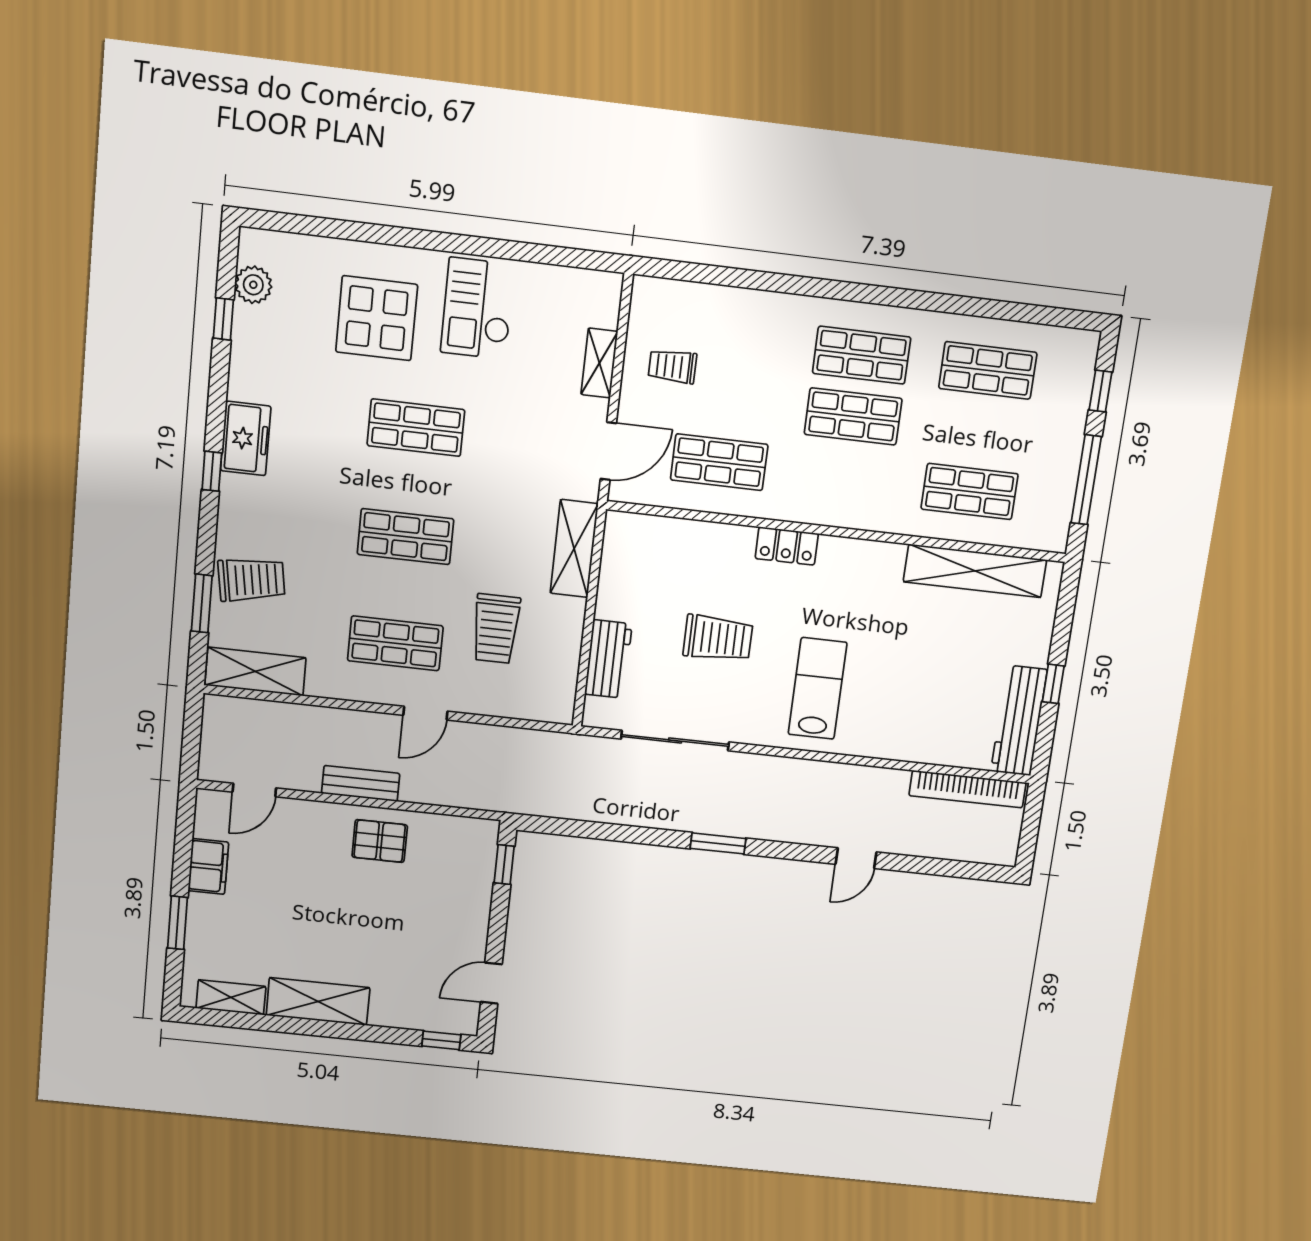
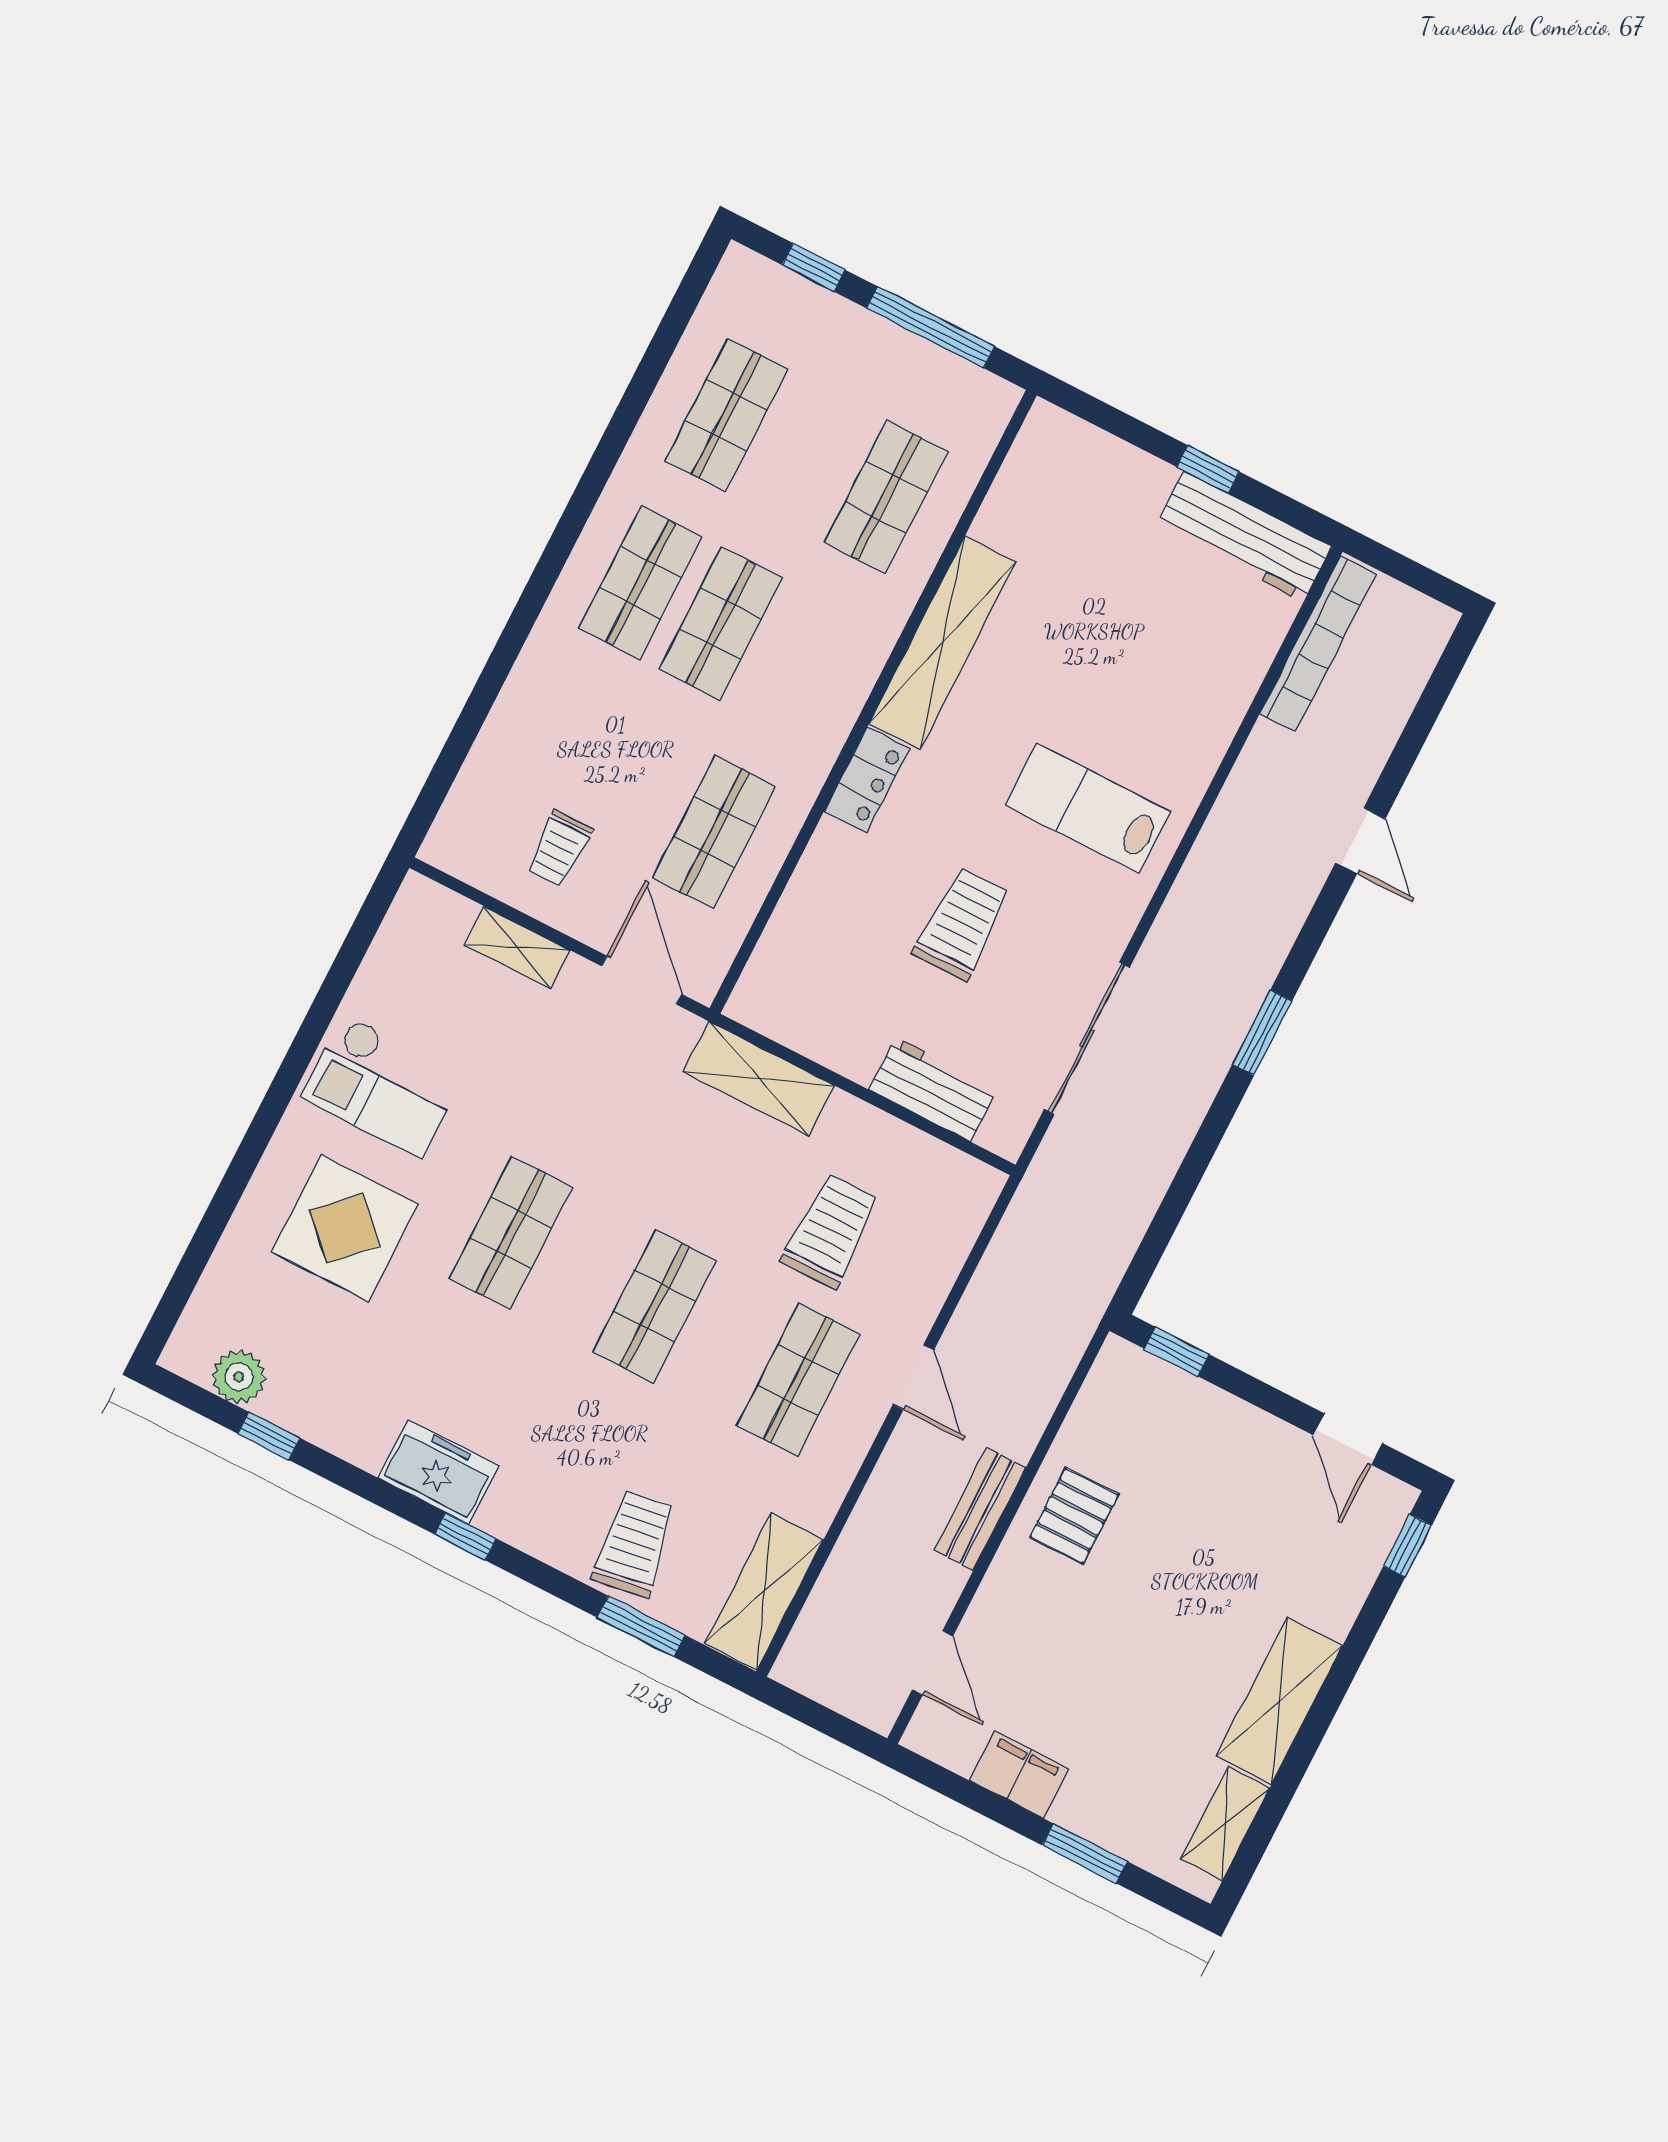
shelving: (975, 571) -> (943, 643), moved
trolley: (496, 629) -> (830, 1231), turned -90

